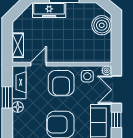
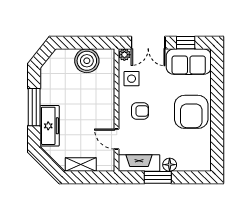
boiler: (102, 25) -> (87, 61), moved
shelving: (18, 45) -> (81, 165), moved
armchair: (61, 83) -> (140, 111), width x0.53, depth x0.53

